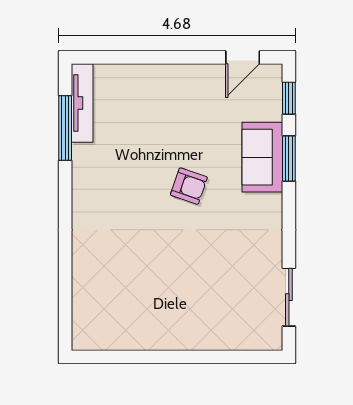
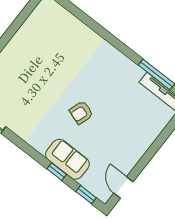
window: (289, 158) -> (57, 172), width x0.67

